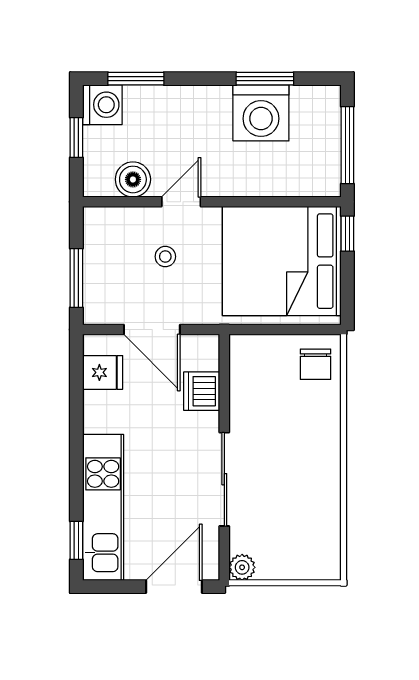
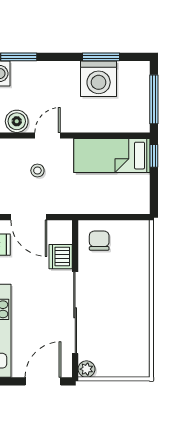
bed: (282, 261) -> (112, 156), width x0.49
chair: (315, 364) -> (99, 241), moved, turned 180
sliding door: (224, 479) -> (75, 313), width x1.36

